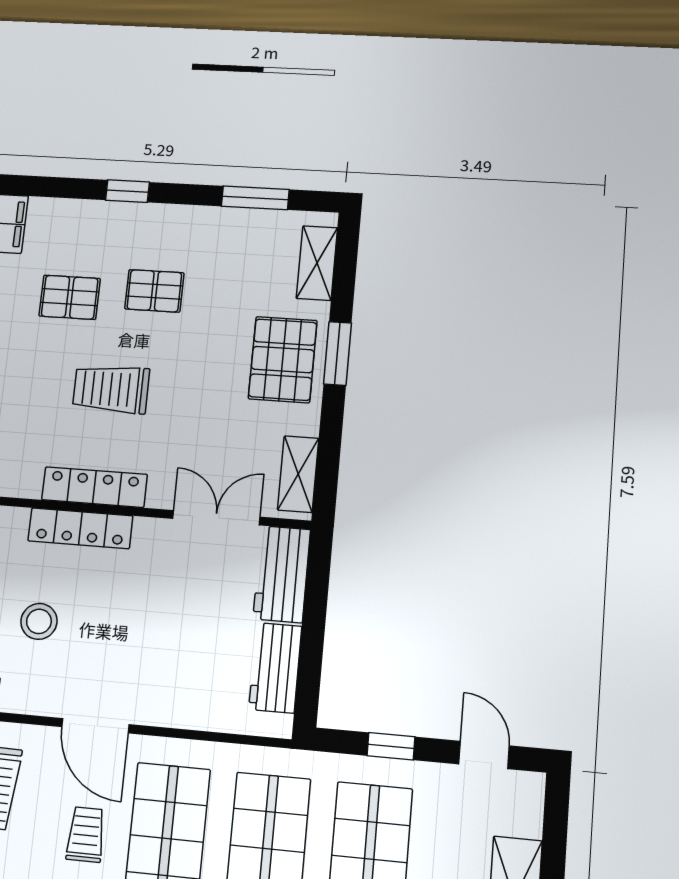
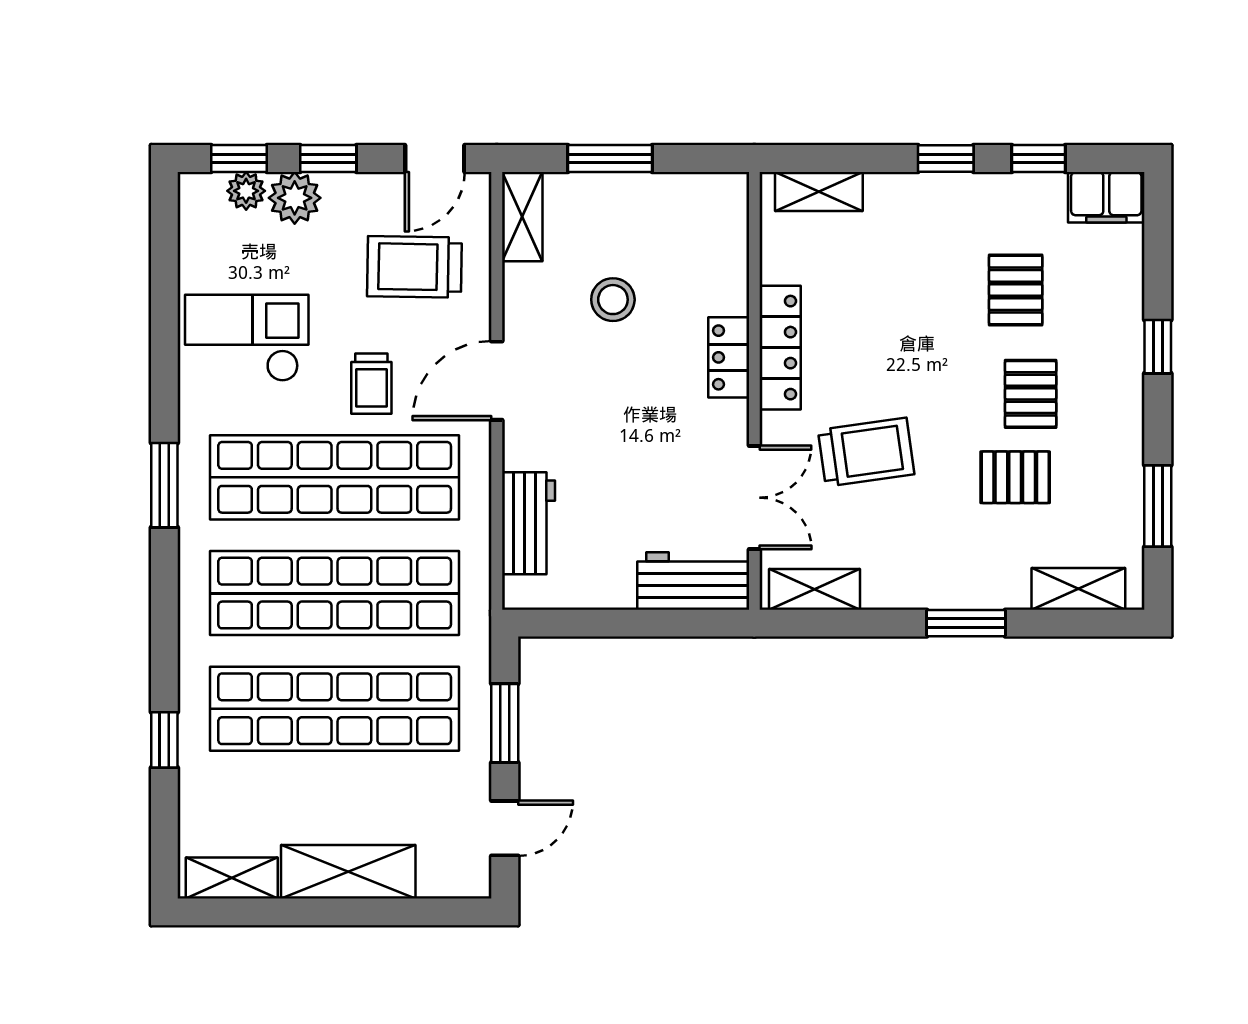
pallet: (283, 360) -> (1015, 477), moved, width x0.67, depth x0.71
trolley: (111, 389) -> (866, 452), moved, turned 82
locker: (80, 528) -> (729, 357), width x0.66
workbench: (275, 668) -> (528, 523), moved, turned 90
window: (391, 746) -> (505, 723), width x1.50
trolley: (86, 834) -> (371, 384), turned 90

